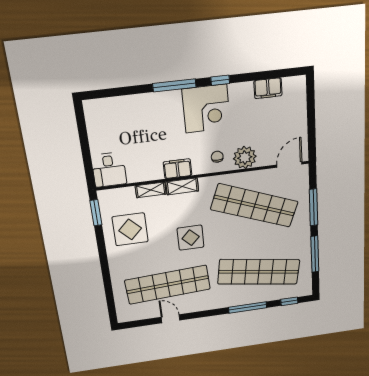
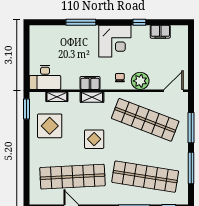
window: (220, 80) -> (139, 22), moved
window: (174, 85) -> (81, 22), moved
desk: (109, 170) -> (45, 77), width x1.37
shelving: (151, 190) -> (57, 97), moved

